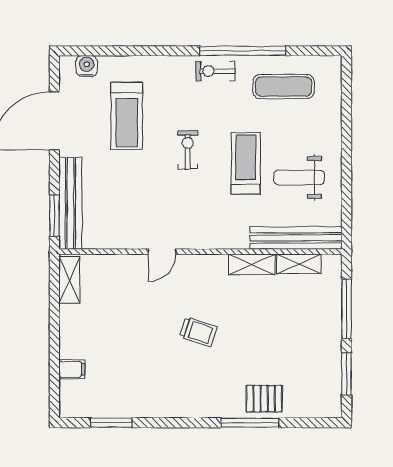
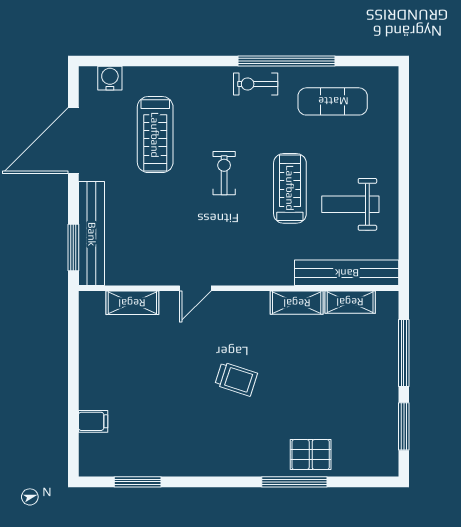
shelving: (69, 280) -> (132, 303), moved, turned 90

